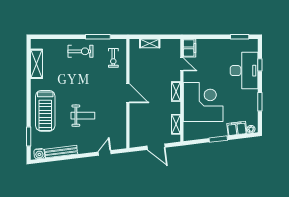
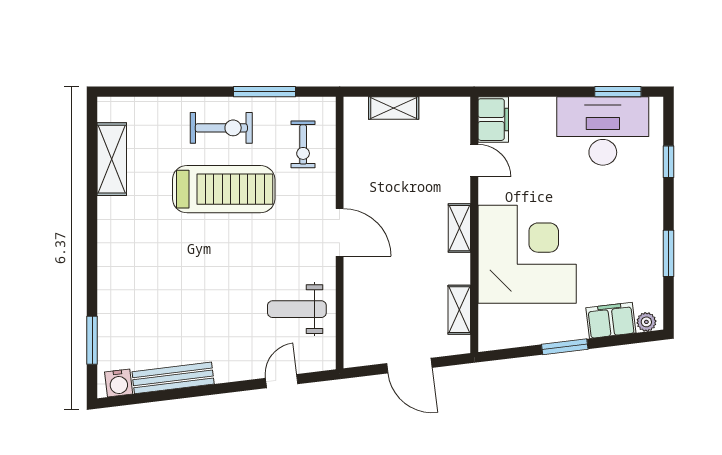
desk: (244, 71) -> (603, 131), moved, turned -90
treadmill: (45, 111) -> (224, 189), moved, turned -90
weight bench: (83, 116) -> (297, 309), moved, turned 180

